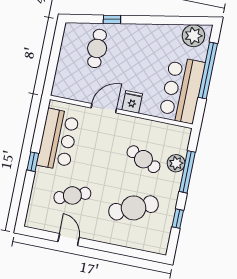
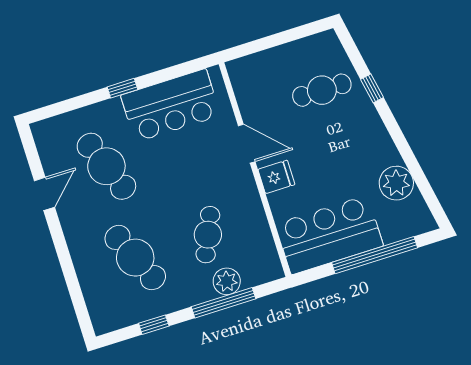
plant: (193, 36) -> (396, 183), moved
cafe table: (72, 195) -> (106, 166), width x1.37, depth x1.35

